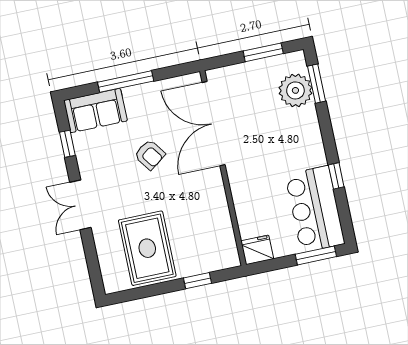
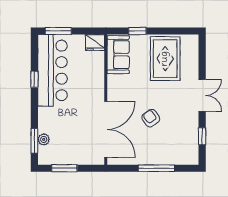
plant: (295, 90) -> (44, 139), width x0.53, depth x0.53
sofa: (95, 111) -> (118, 55), moved, turned 90
bar counter: (315, 209) -> (53, 70), width x1.36

